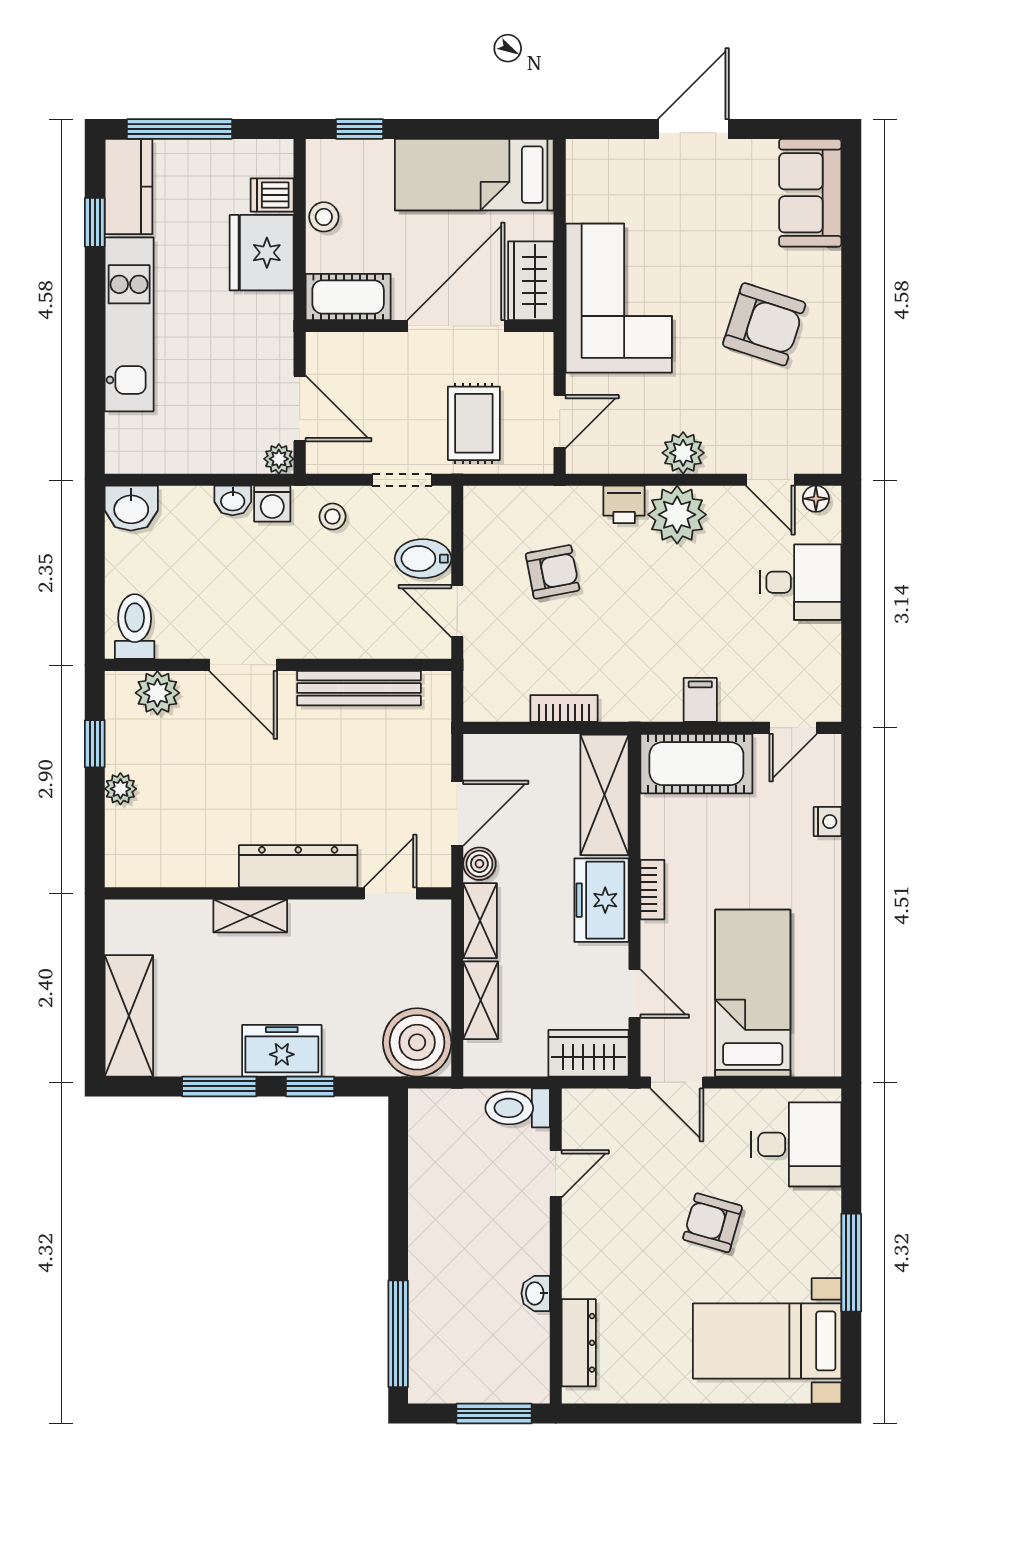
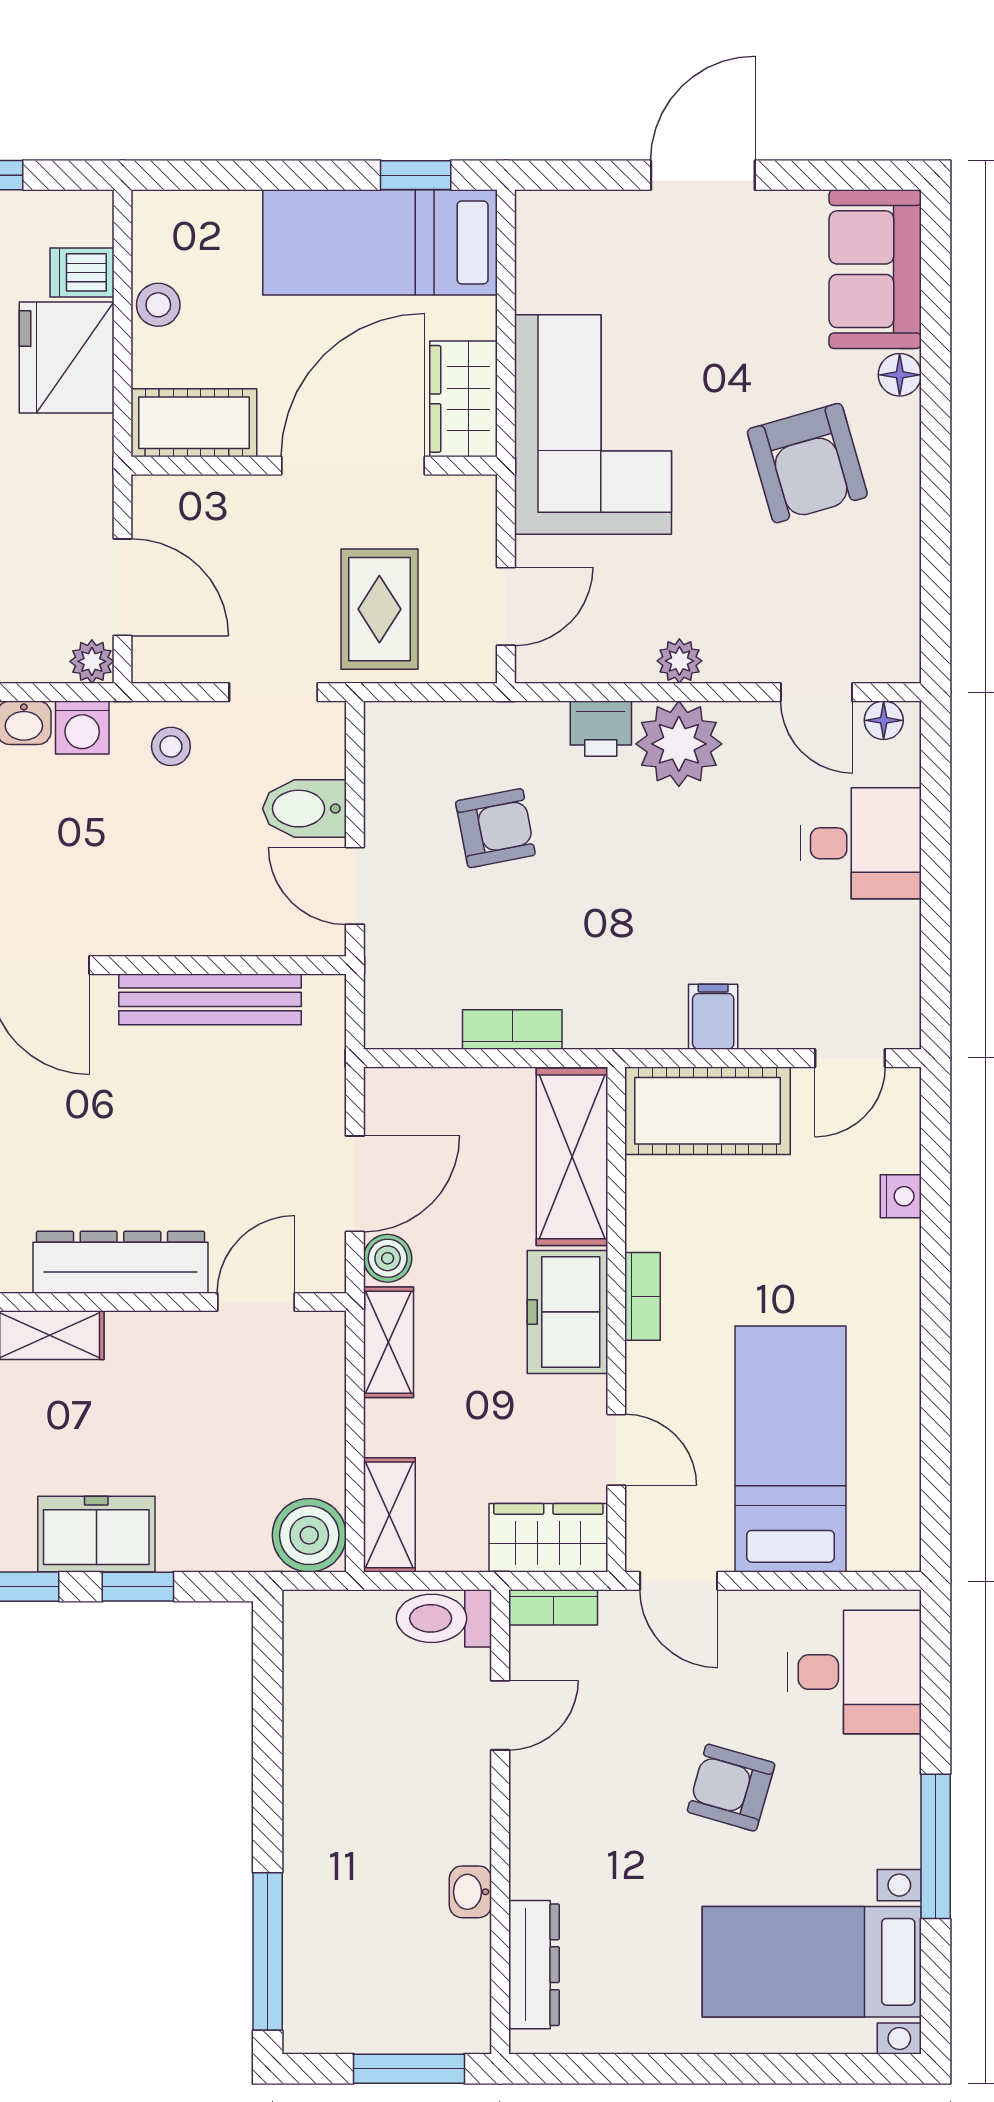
window: (359, 129) -> (416, 175), moved
floor lamp: (827, 264) -> (900, 375), added
armchair: (764, 324) -> (807, 463), turned 56
plant: (683, 453) -> (679, 661), width x0.73, depth x0.73
shelving: (481, 1000) -> (389, 1515), moved
boiler: (417, 1042) -> (309, 1535), width x0.73, depth x0.73
bookcase: (592, 1100) -> (553, 1607), added

